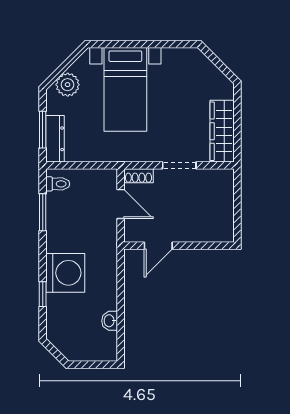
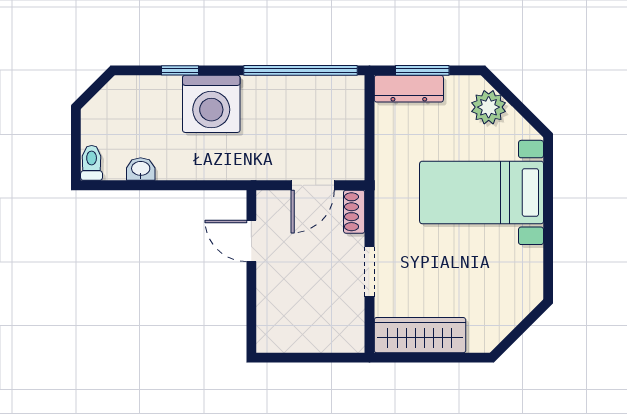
toilet: (58, 184) -> (92, 163), moved, turned 180
window: (43, 212) -> (301, 70), width x2.11

